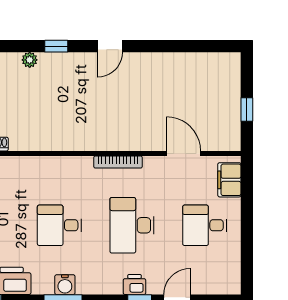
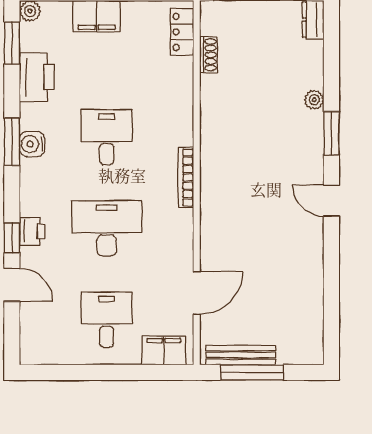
window: (56, 46) -> (331, 133), width x1.50
window: (247, 110) -> (252, 372), width x2.17
bench: (233, 118) -> (241, 355), added
bookcase: (118, 162) -> (186, 177), moved

